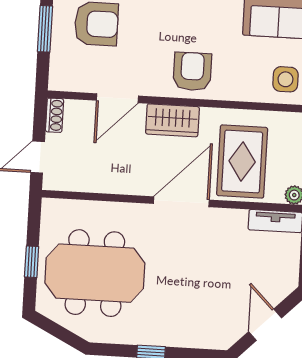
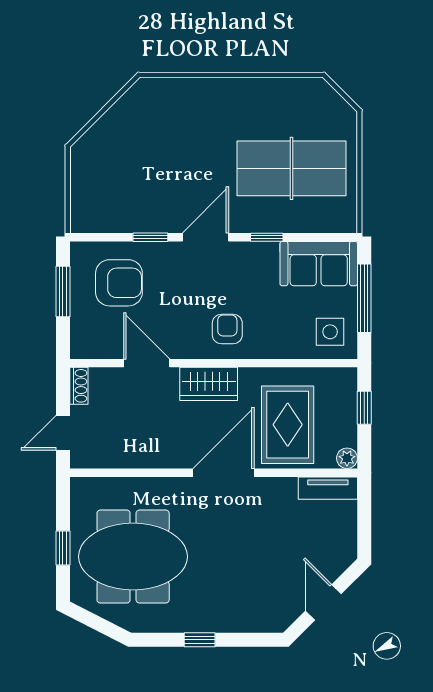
armchair: (192, 71) -> (227, 329), width x0.72, depth x0.72
door: (117, 98) -> (147, 363), swing flipped

